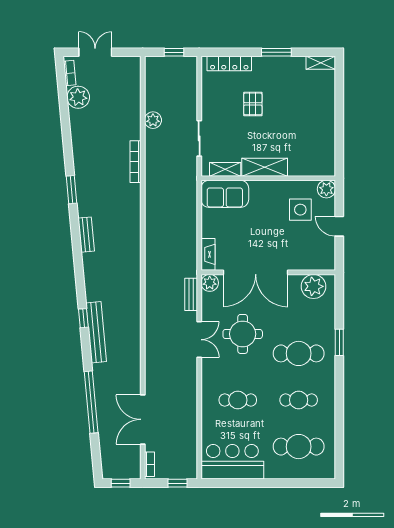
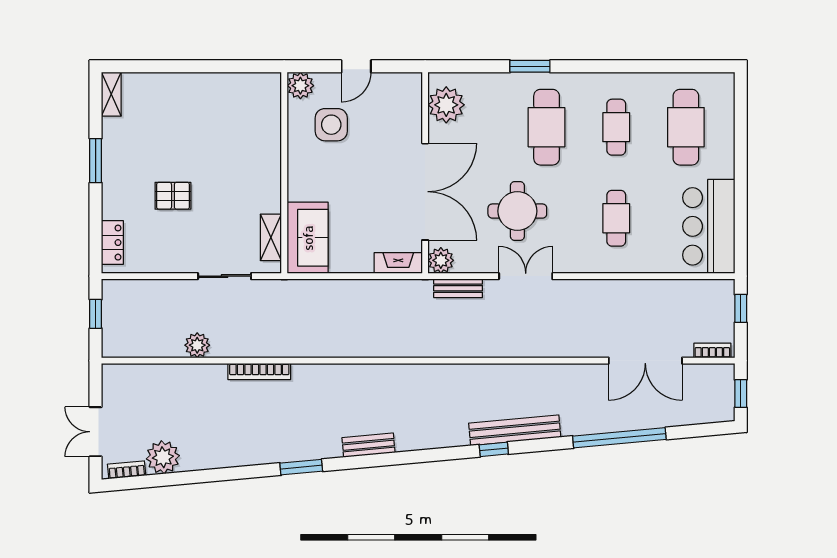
locker: (229, 64) -> (112, 243), width x0.66
shelving: (265, 167) -> (268, 178), removed

